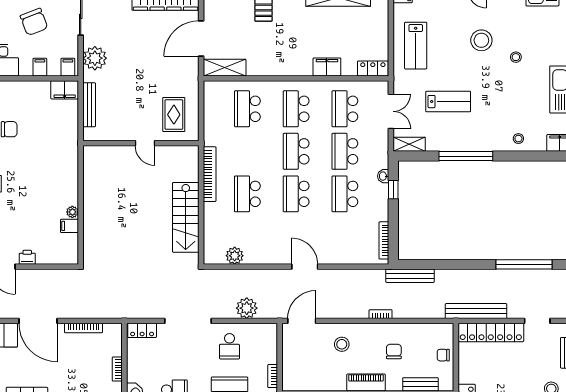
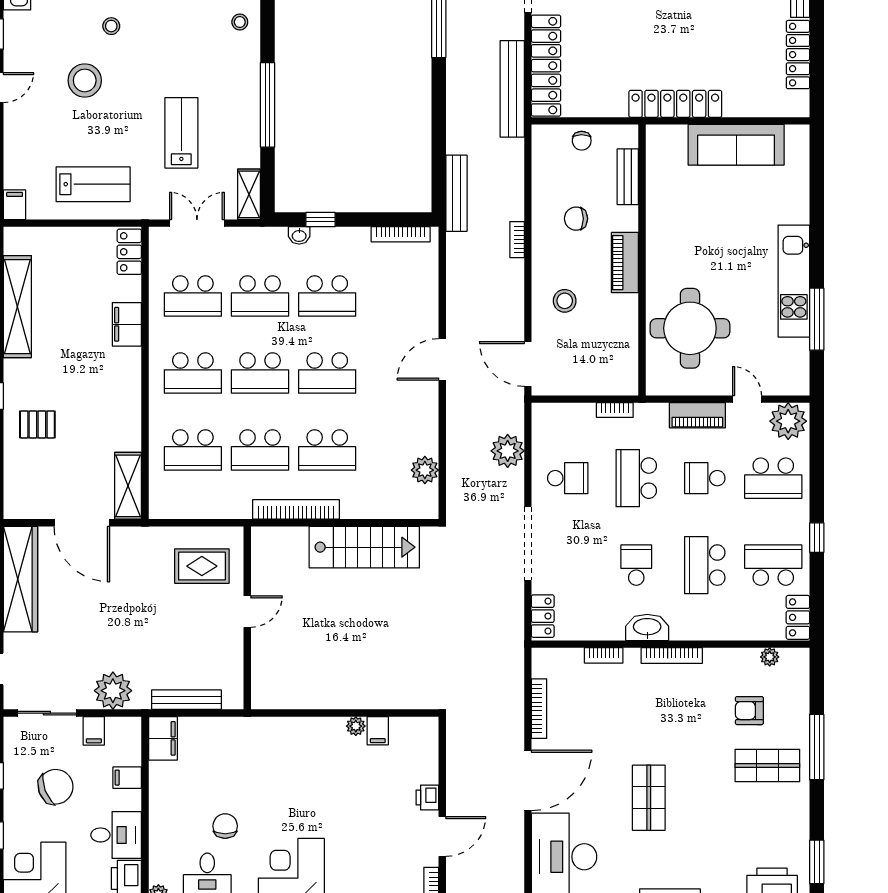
filing cabinet: (68, 67) -> (94, 731), moved, turned -90
school desk: (247, 151) -> (260, 450), added

